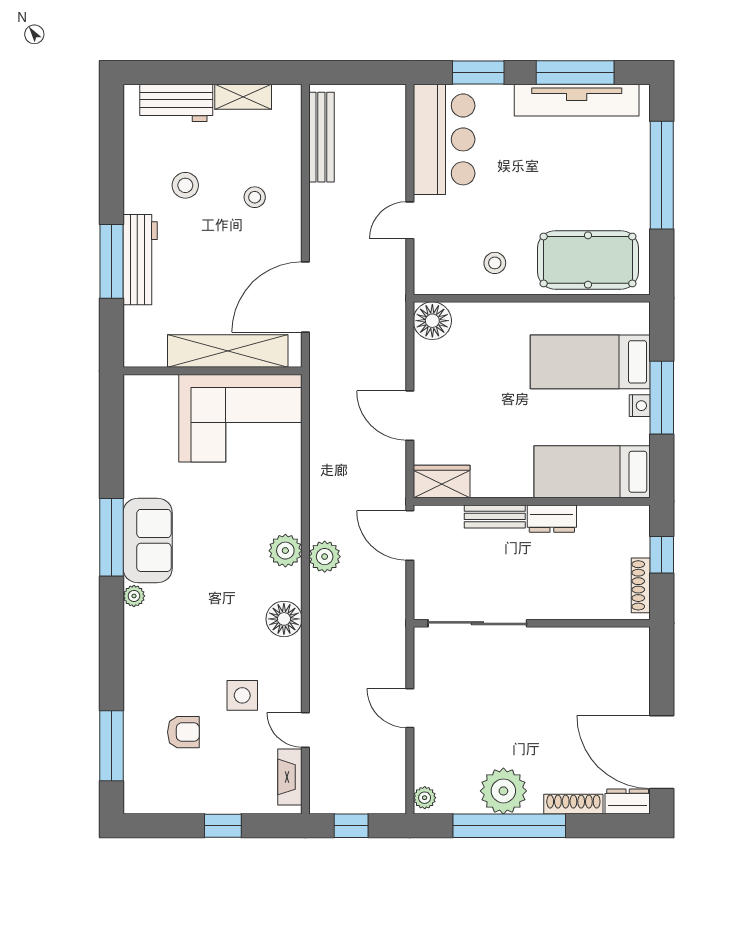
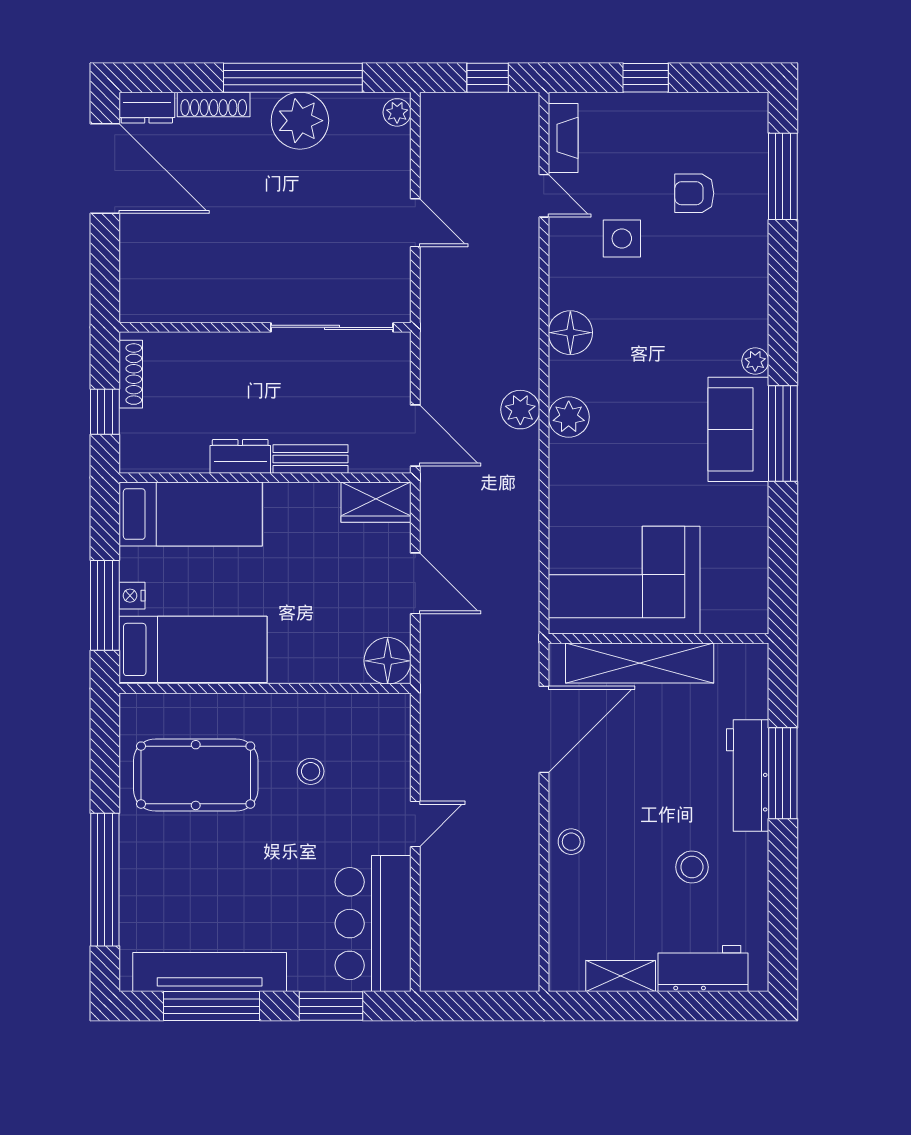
bench: (321, 137) -> (524, 926), removed
stool: (255, 197) -> (571, 842), moved
wall: (532, 298) -> (265, 689), moved
floor lamp: (432, 321) -> (388, 661), moved

